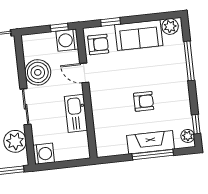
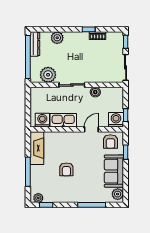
boiler: (38, 72) -> (95, 92), width x0.54, depth x0.54
fireplace: (151, 142) -> (37, 148), moved
washing machine: (44, 154) -> (42, 120), moved, turned 180

